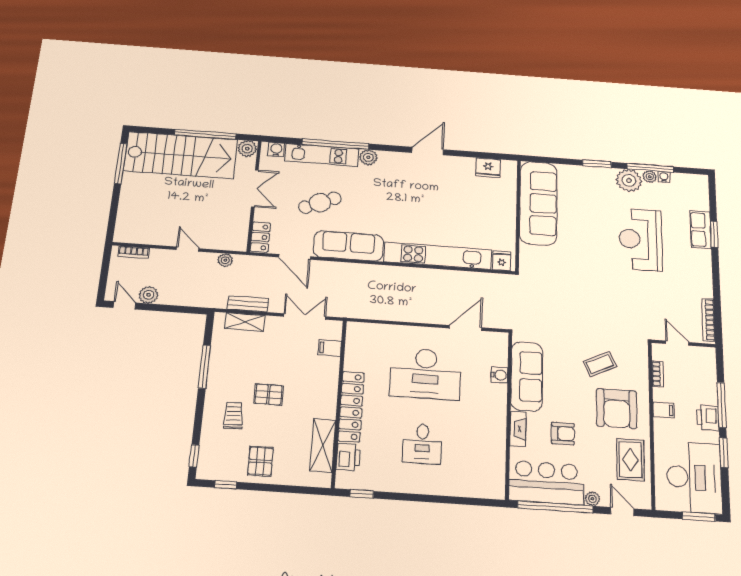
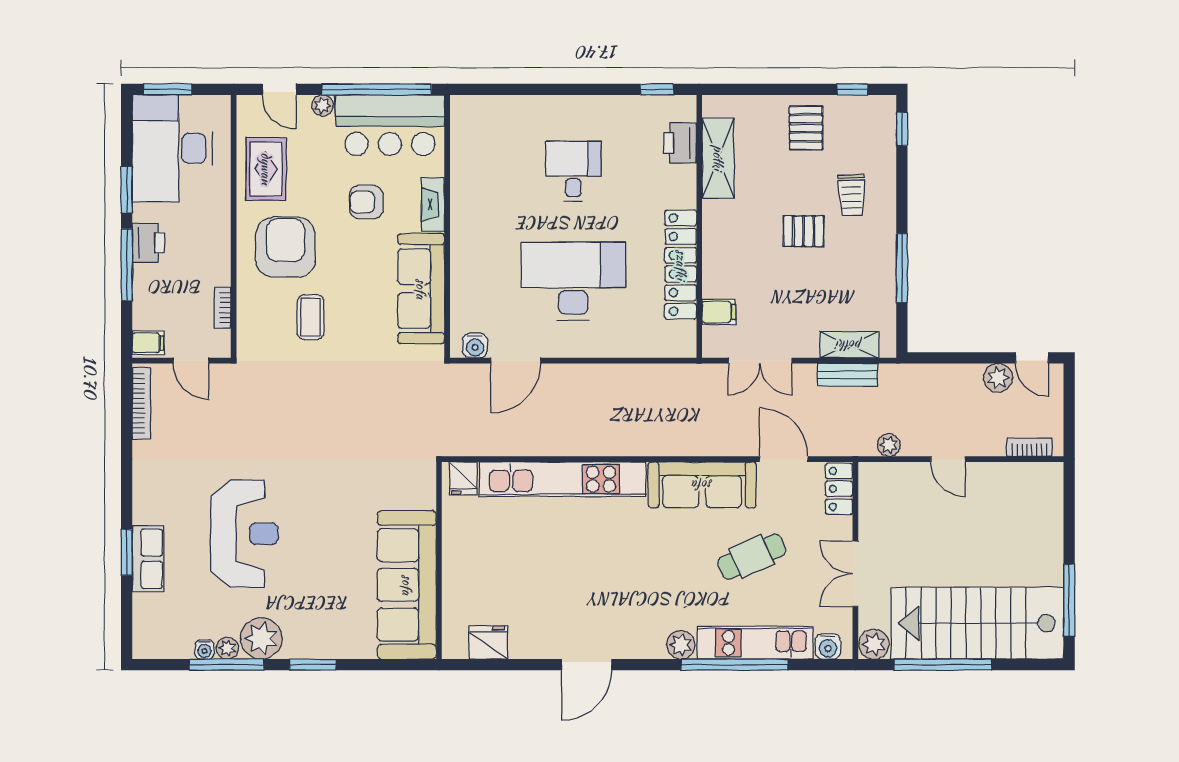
coffee table: (600, 364) -> (310, 317), turned -64
water cooler: (499, 375) -> (475, 346), moved, turned -90
locker: (351, 407) -> (681, 265), moved
filing cabinet: (664, 410) -> (148, 343), moved, turned 180

